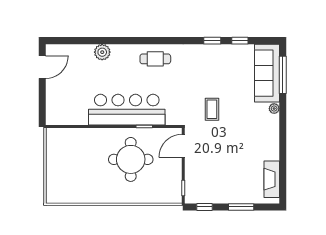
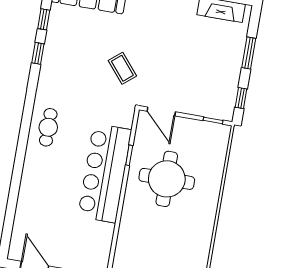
plant: (102, 52) -> (29, 191), removed
coffee table: (212, 109) -> (122, 68), turned 50

